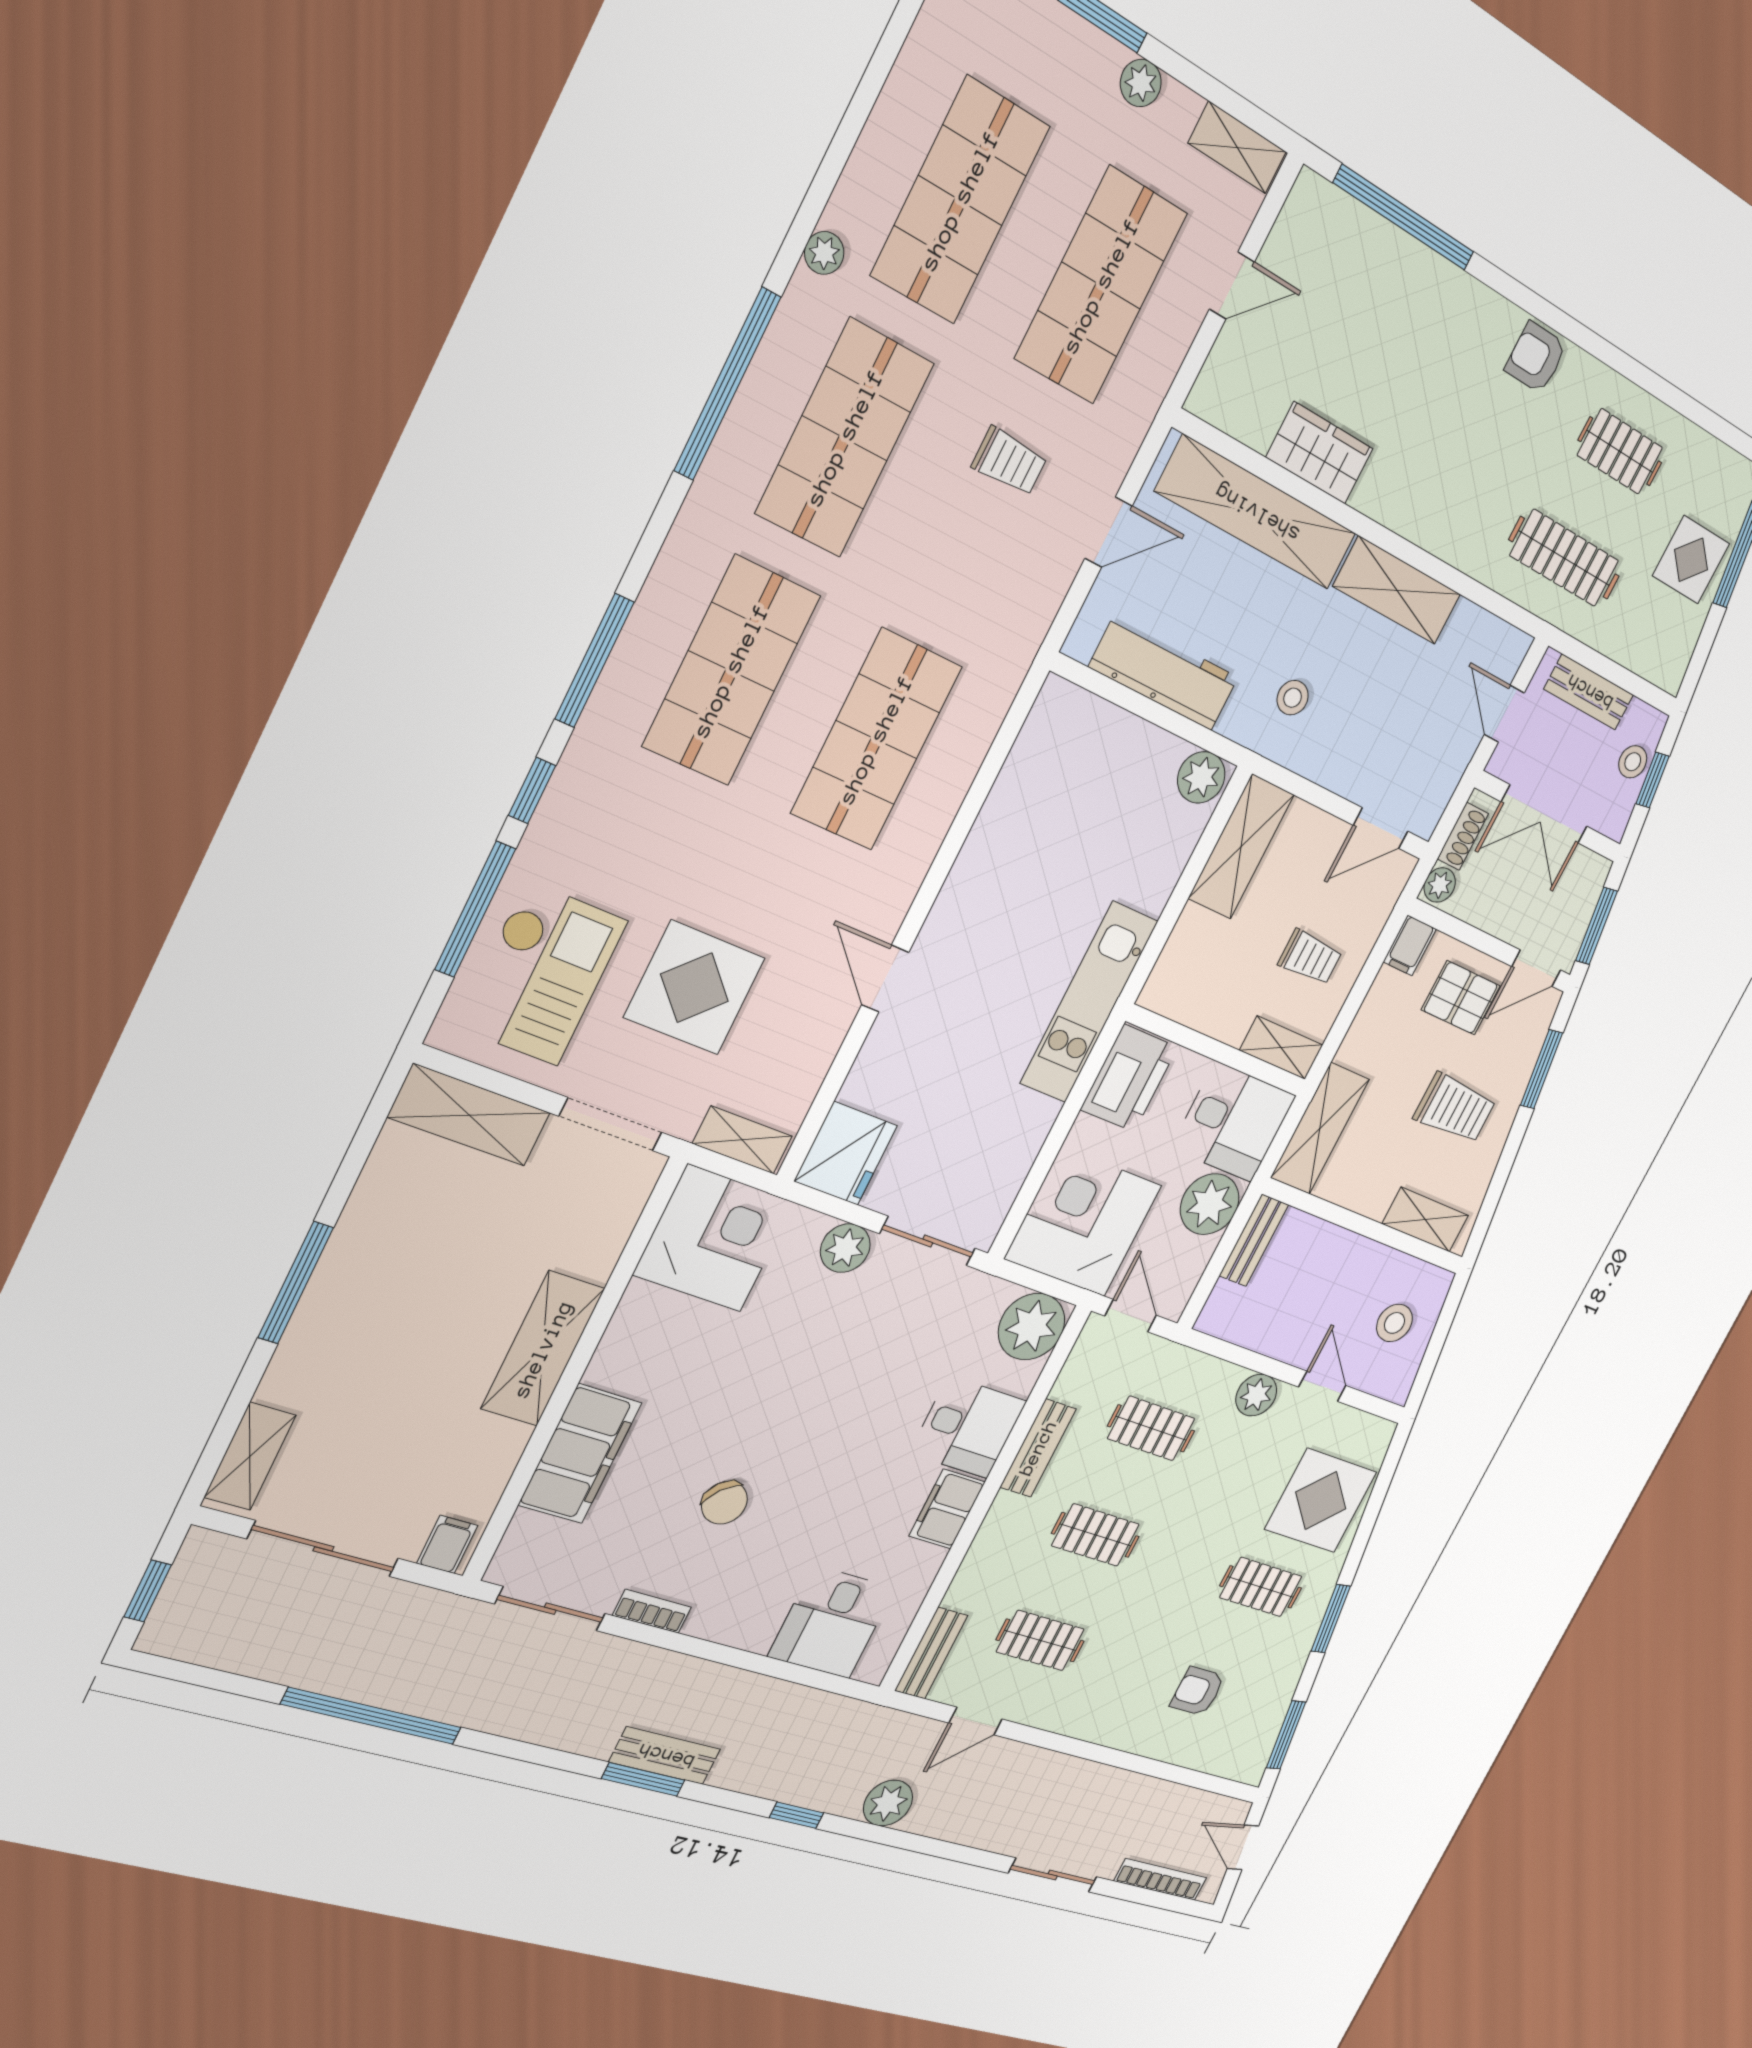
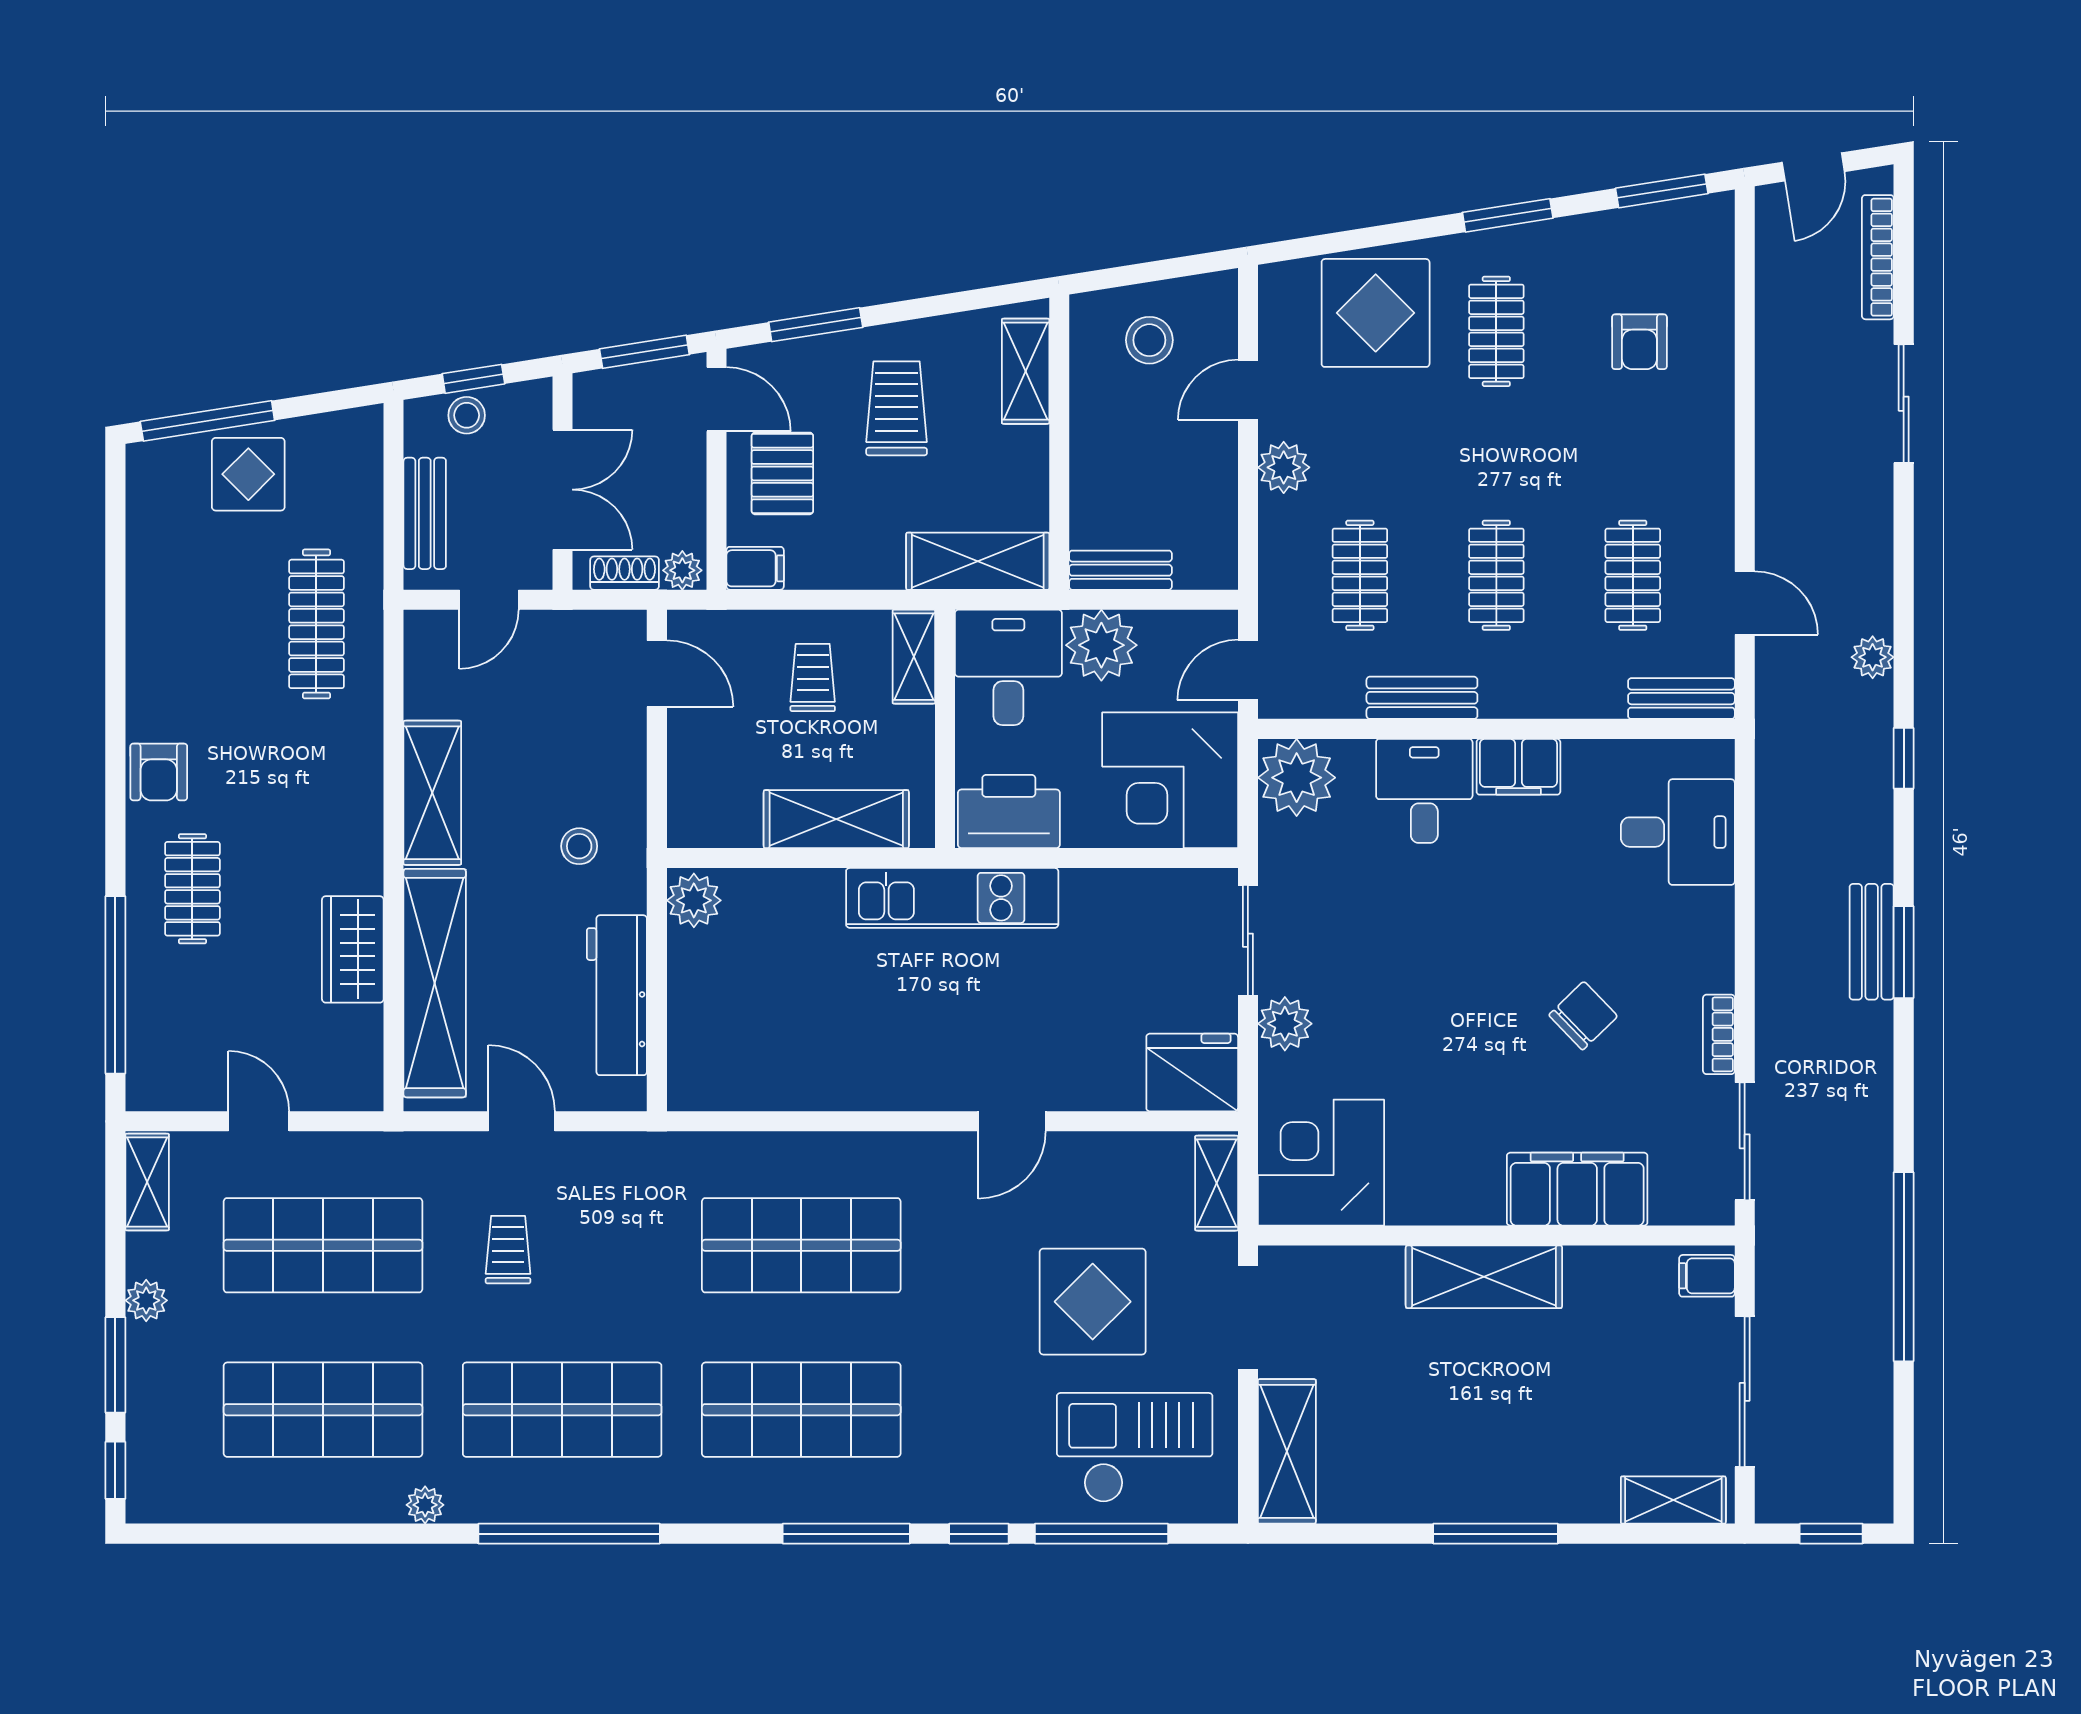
clothes rail: (1620, 451) -> (192, 889), moved
shelving: (1241, 847) -> (836, 819), moved
plant: (888, 1803) -> (1873, 657), width x0.73, depth x0.73

